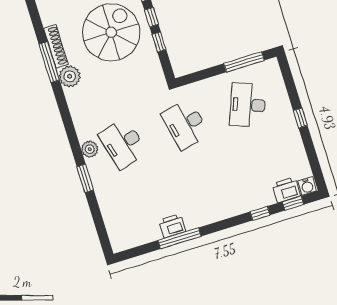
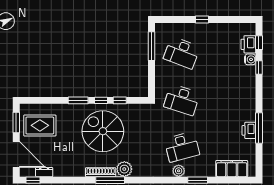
desk: (185, 124) -> (182, 100), turned 30
water cooler: (307, 186) -> (250, 59), moved
filing cabinet: (114, 219) -> (232, 169), added

